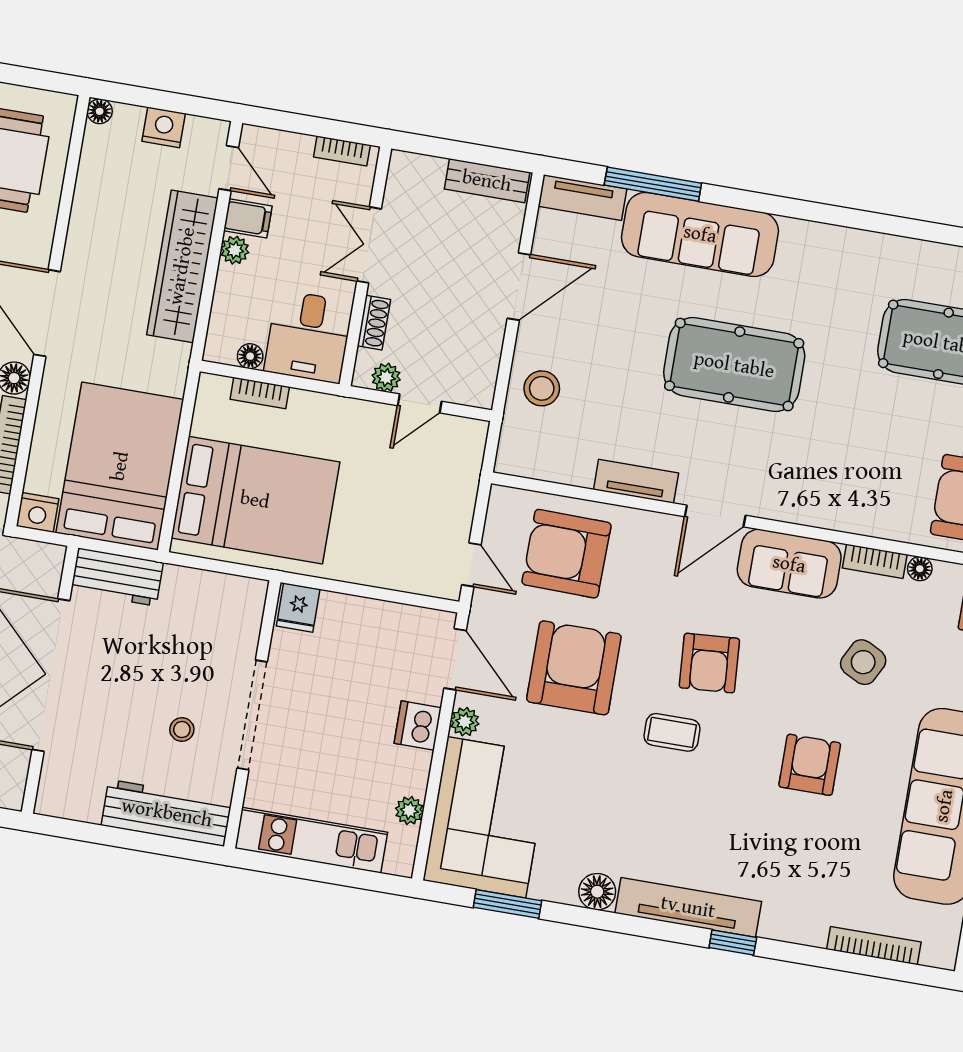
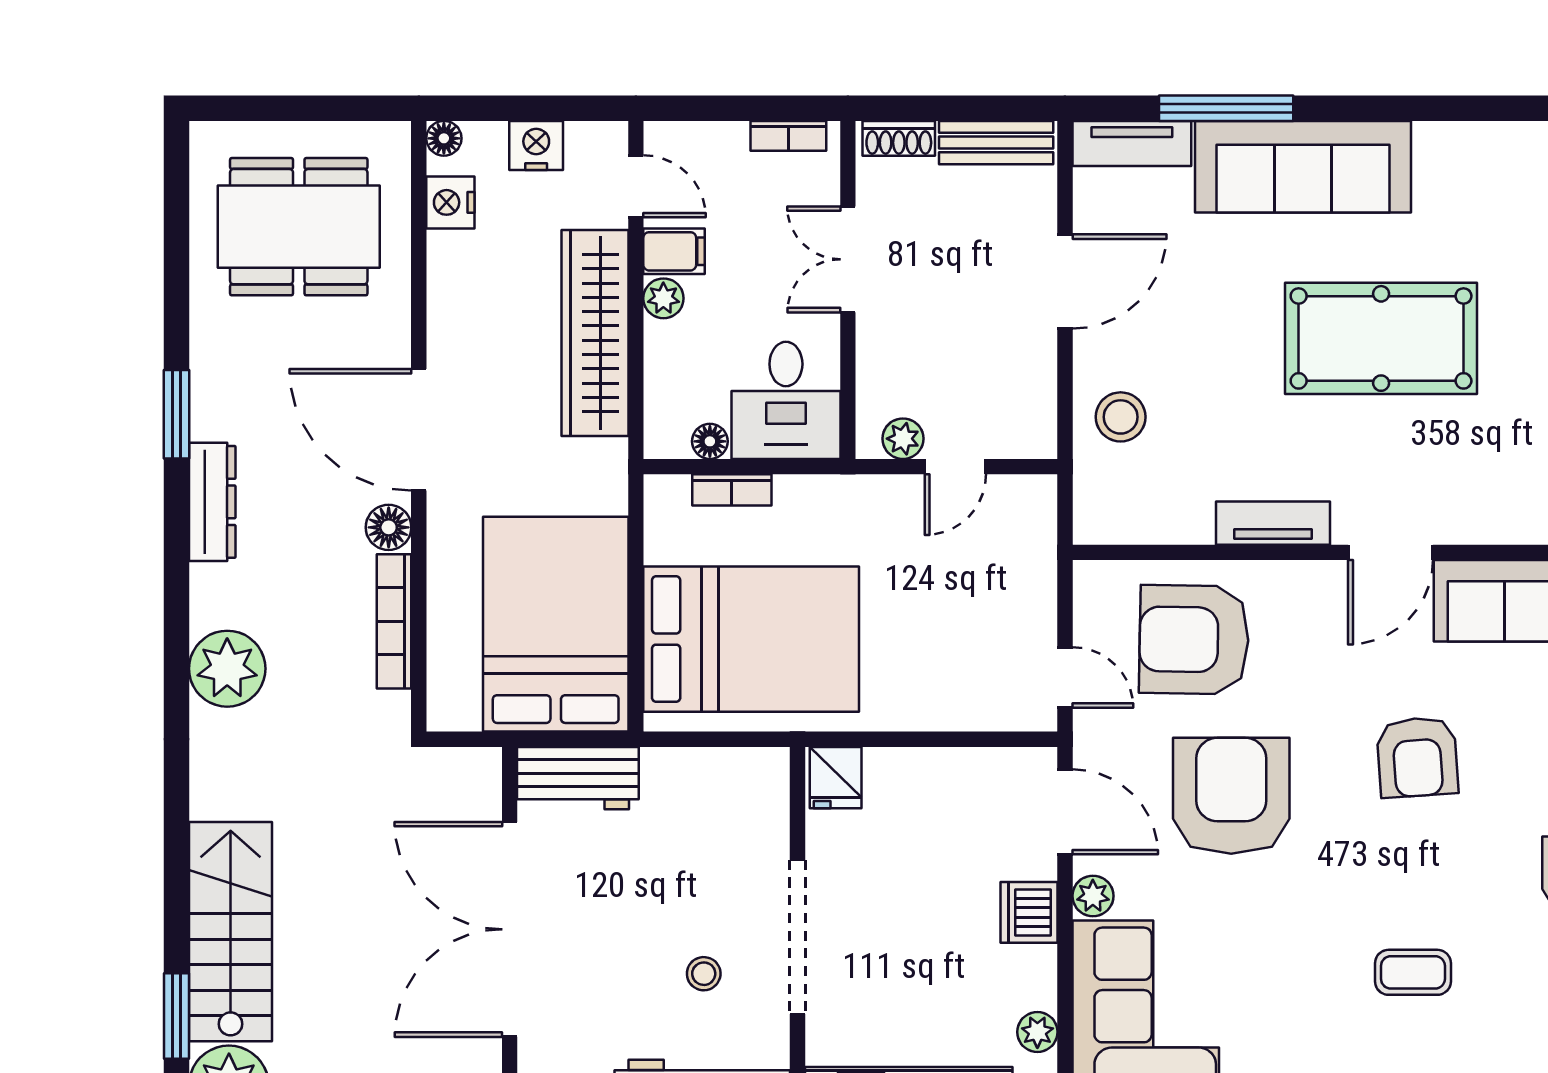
shoe rack: (374, 323) -> (899, 138), moved, turned 90
nightstand: (38, 512) -> (450, 202), moved, turned 90
coffee table: (672, 732) -> (1413, 972), moved

